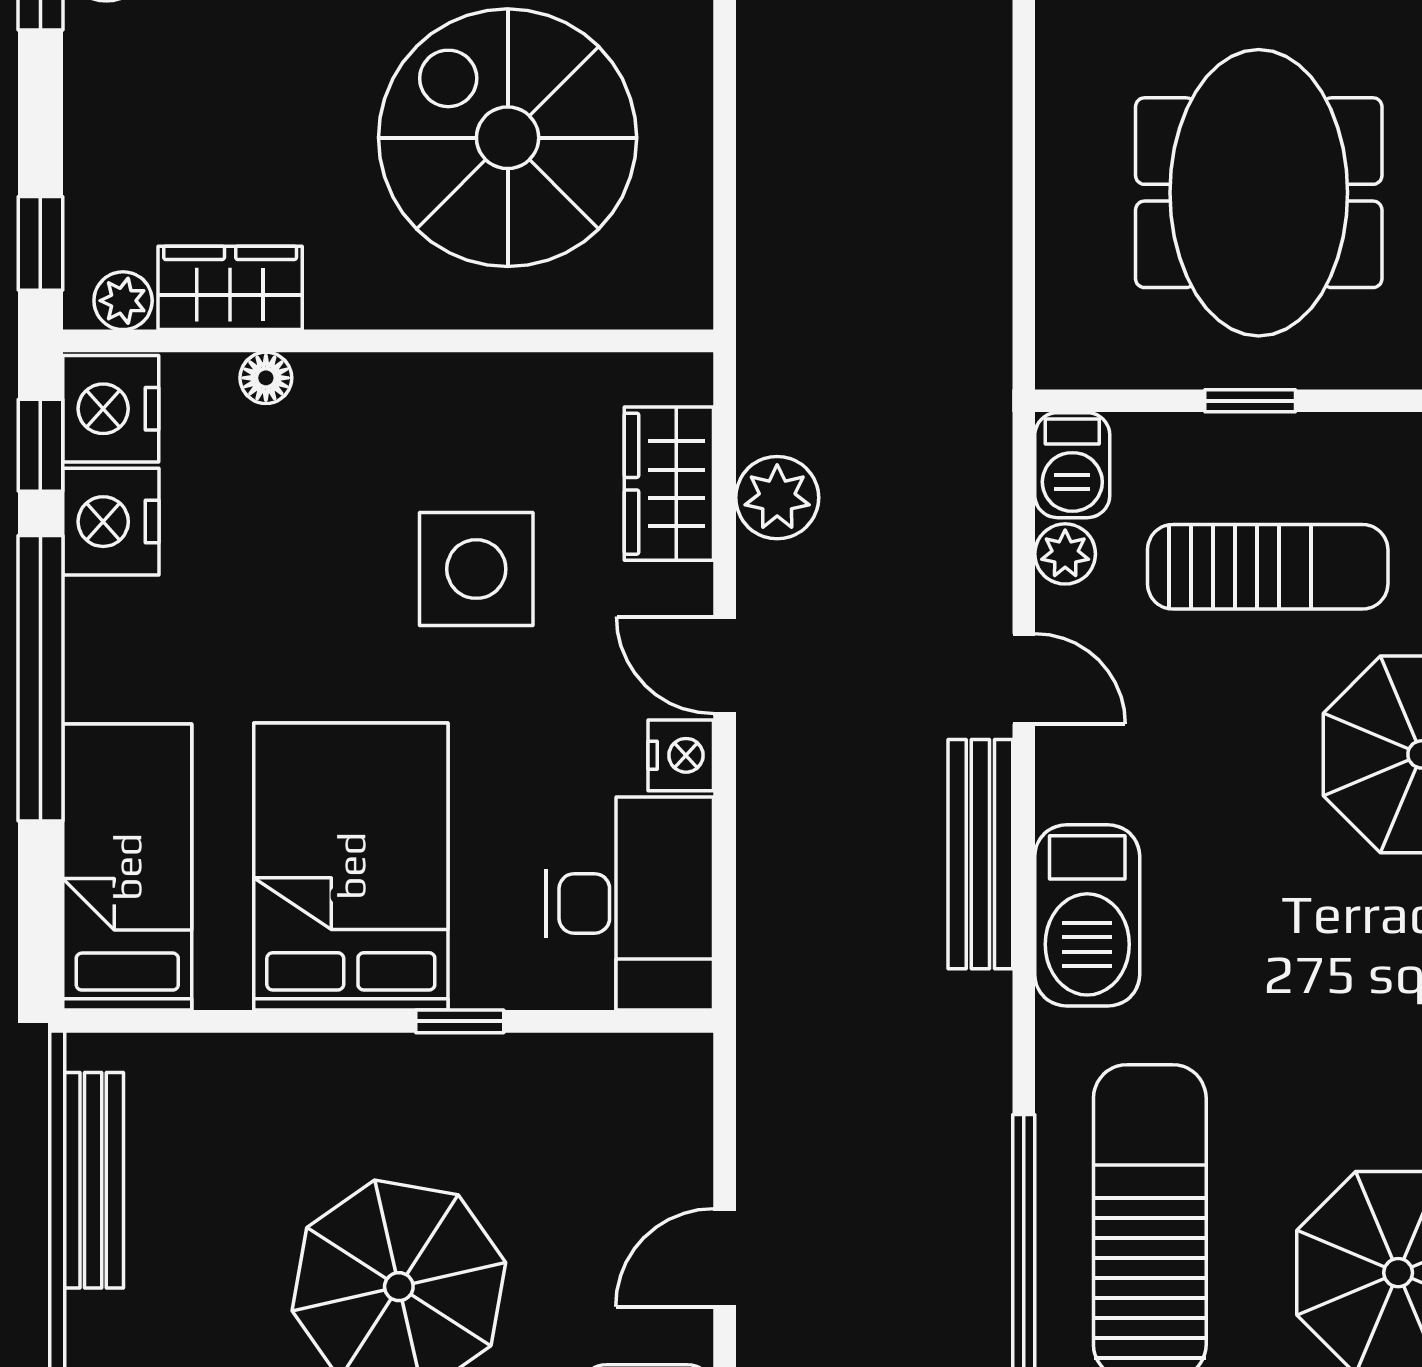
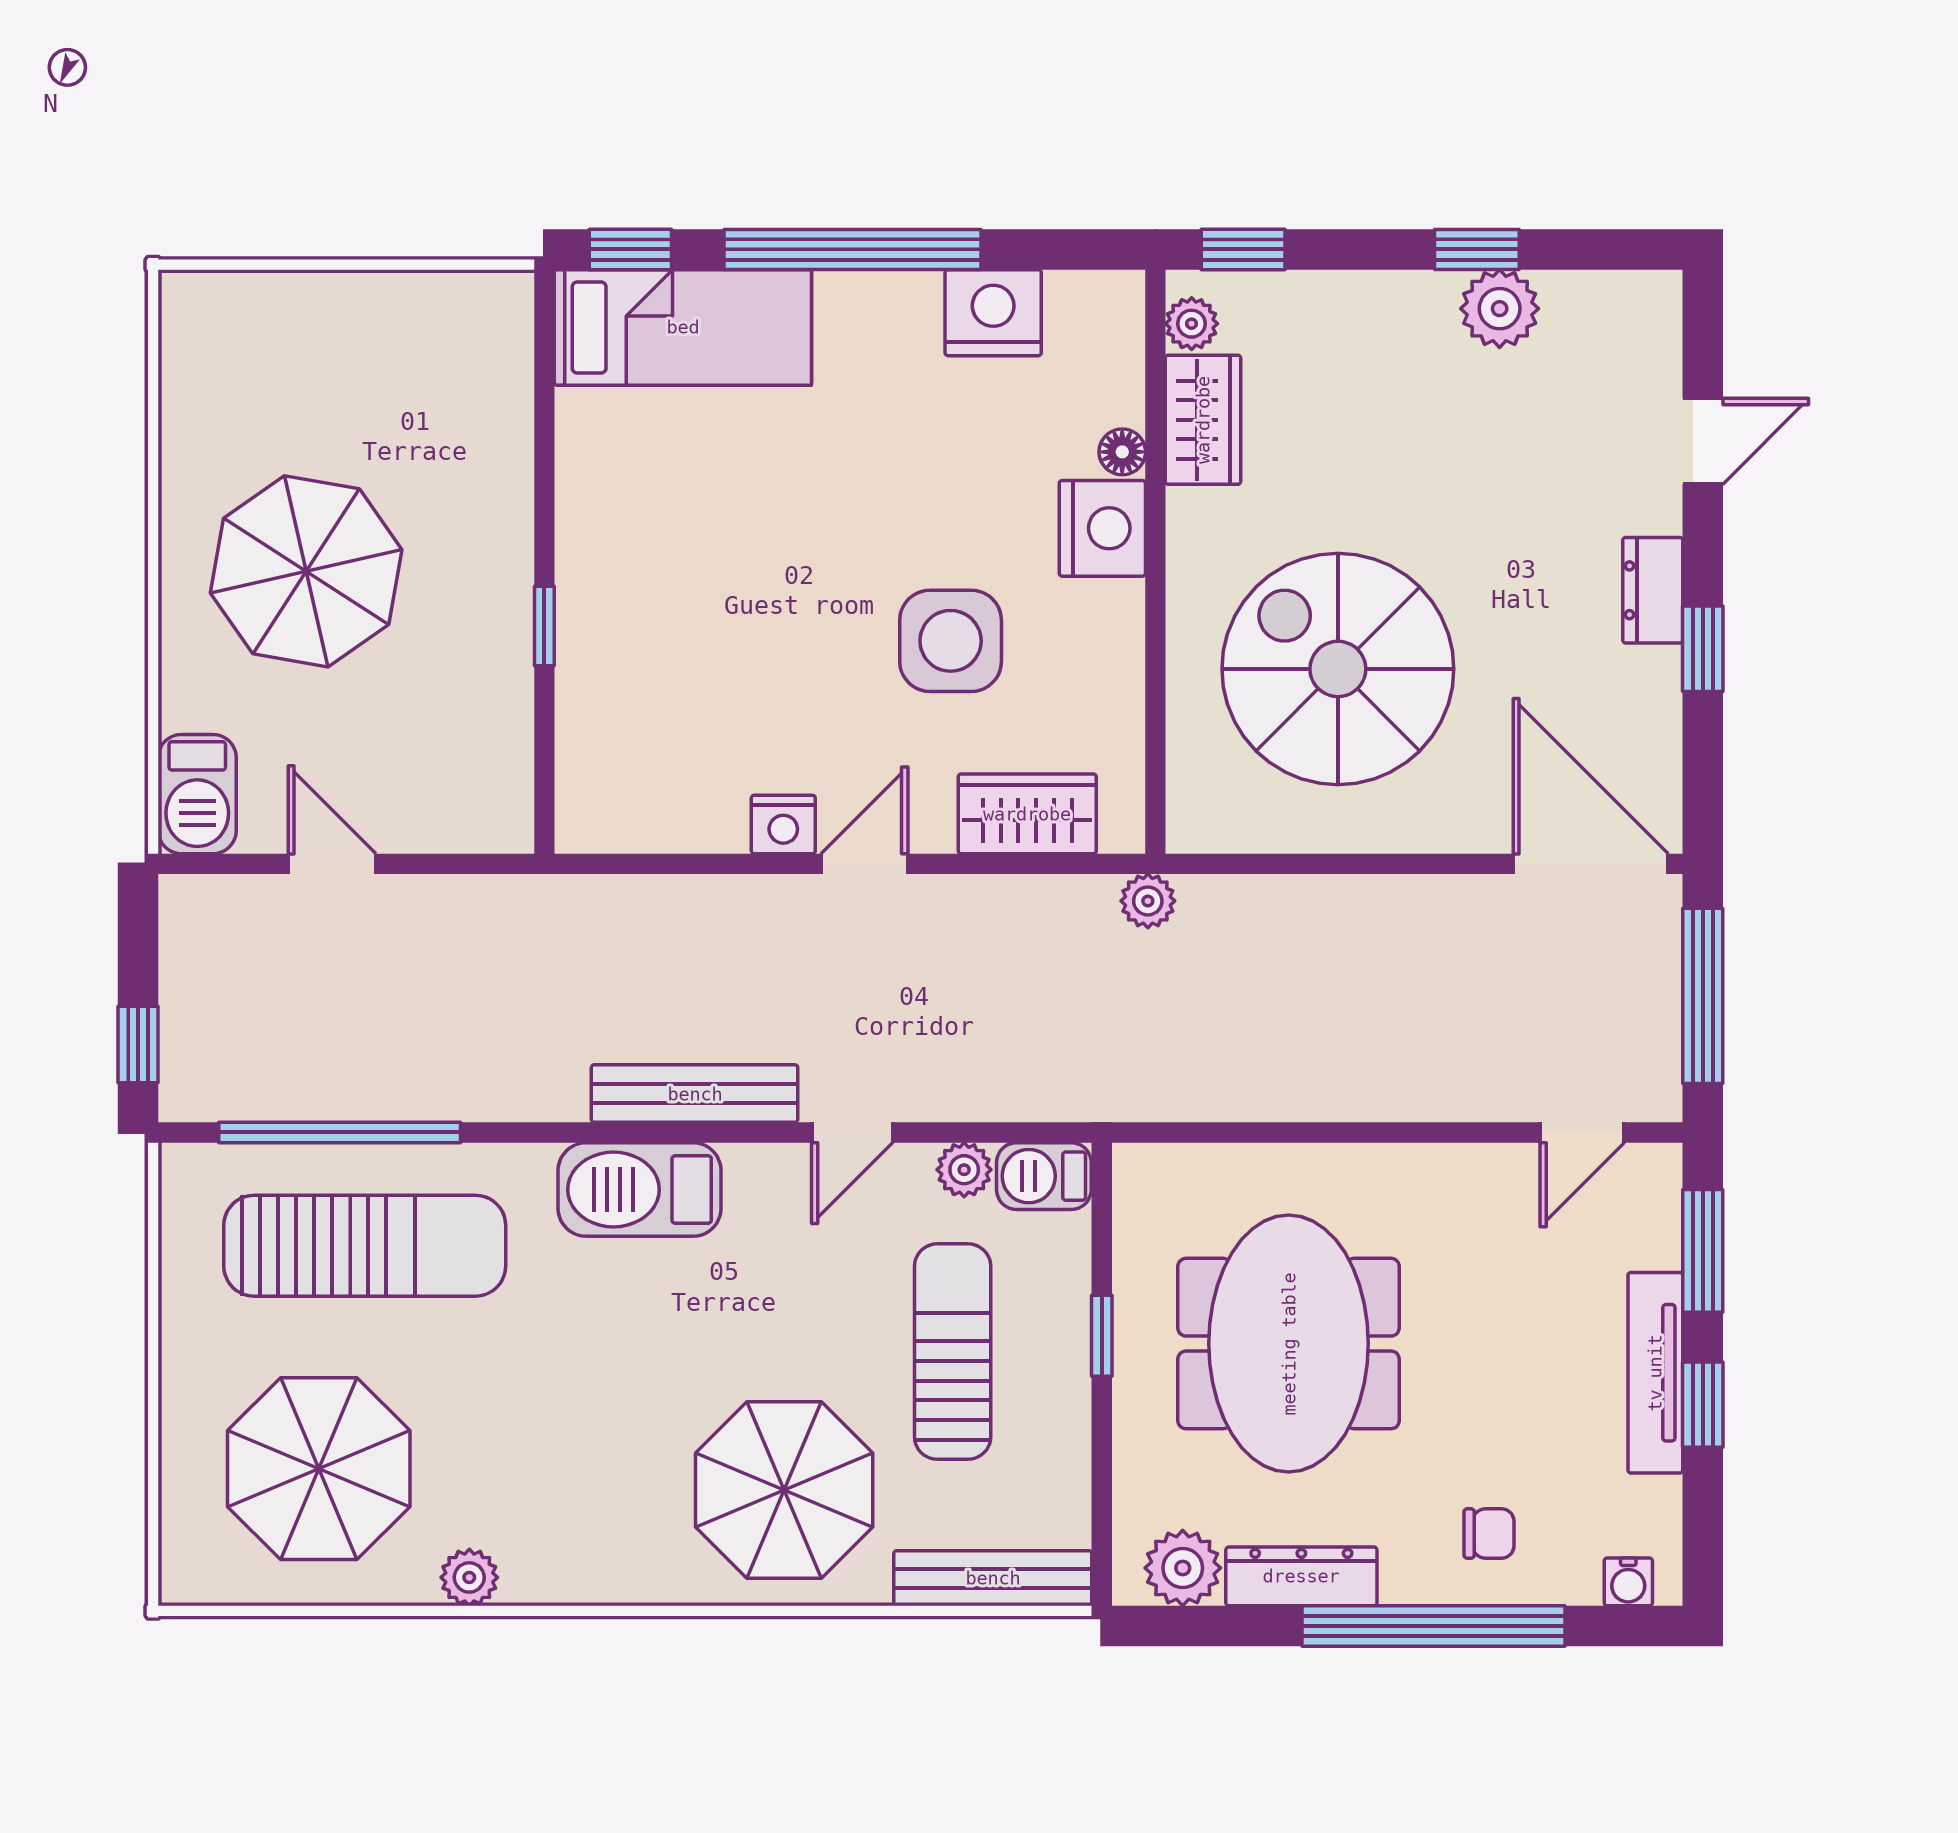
spiral stairs: (508, 138) -> (1338, 669), turned -90
meeting table: (1259, 193) -> (1289, 1344), turned 90
nightstand: (111, 409) -> (1102, 528), moved, turned 90
window: (40, 445) -> (630, 249), moved
plant: (777, 498) -> (1148, 901), moved, width x0.73, depth x0.73
sun lounger: (1268, 567) -> (953, 1352), turned 180
bed: (351, 866) -> (683, 528), removed
desk: (630, 903) -> (650, 779), removed
bench: (93, 1180) -> (402, 297), removed

